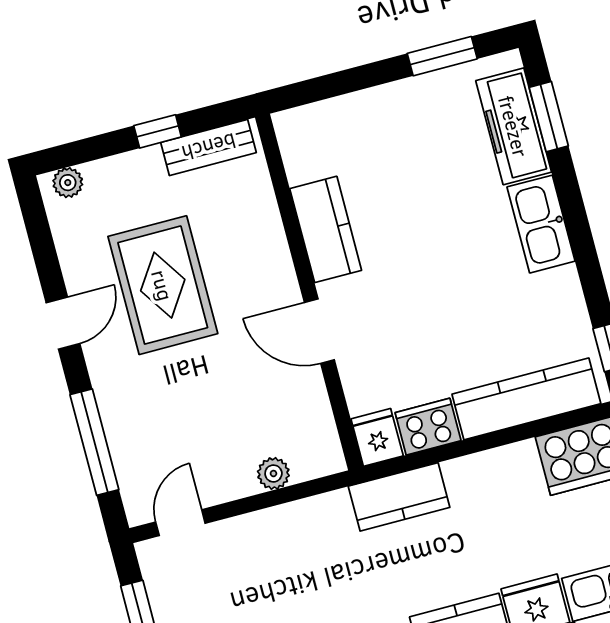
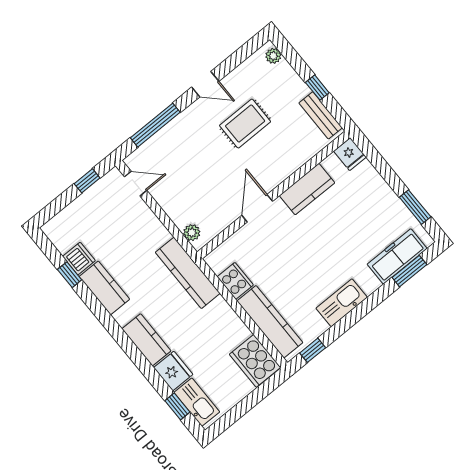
kitchen sink: (541, 224) -> (342, 303), moved
rug: (163, 285) -> (245, 124), width x0.73, depth x0.70
fridge: (377, 437) -> (350, 154), moved, turned 90
plant: (273, 473) -> (192, 233), moved
kitchen counter: (399, 497) -> (188, 273), width x1.50

